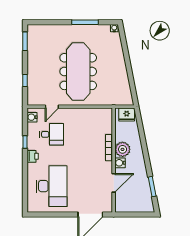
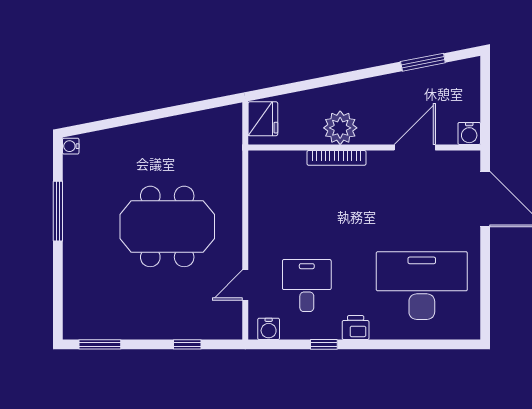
meeting table: (78, 72) -> (167, 226), width x0.73
door: (52, 107) -> (245, 285), swing flipped
water cooler: (120, 163) -> (469, 133), moved
door: (114, 183) -> (415, 147), hinge flipped

